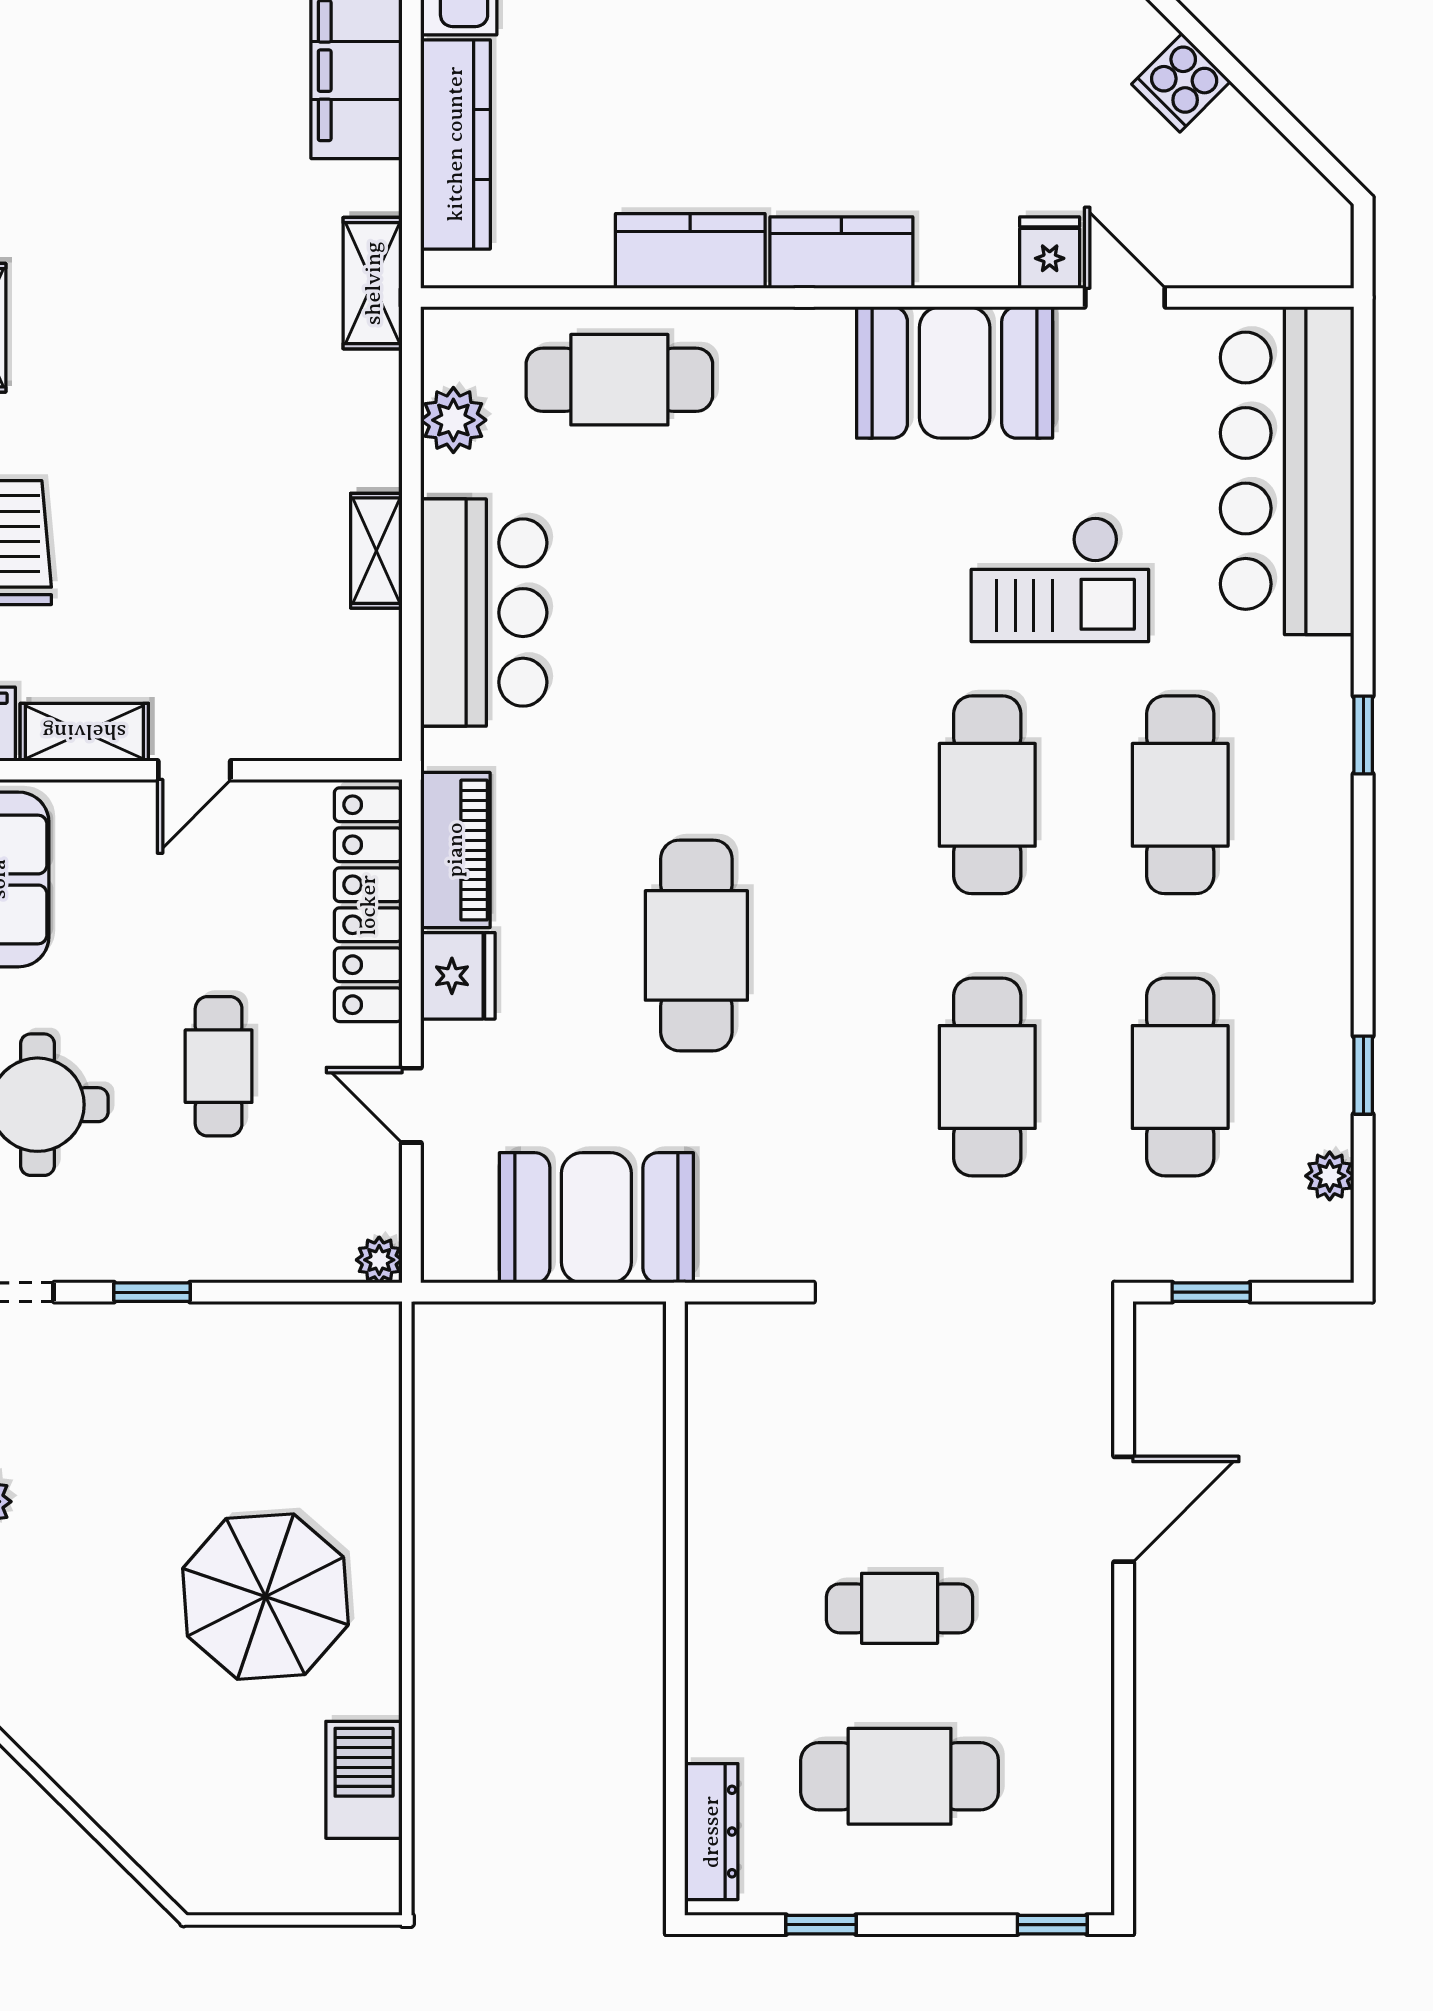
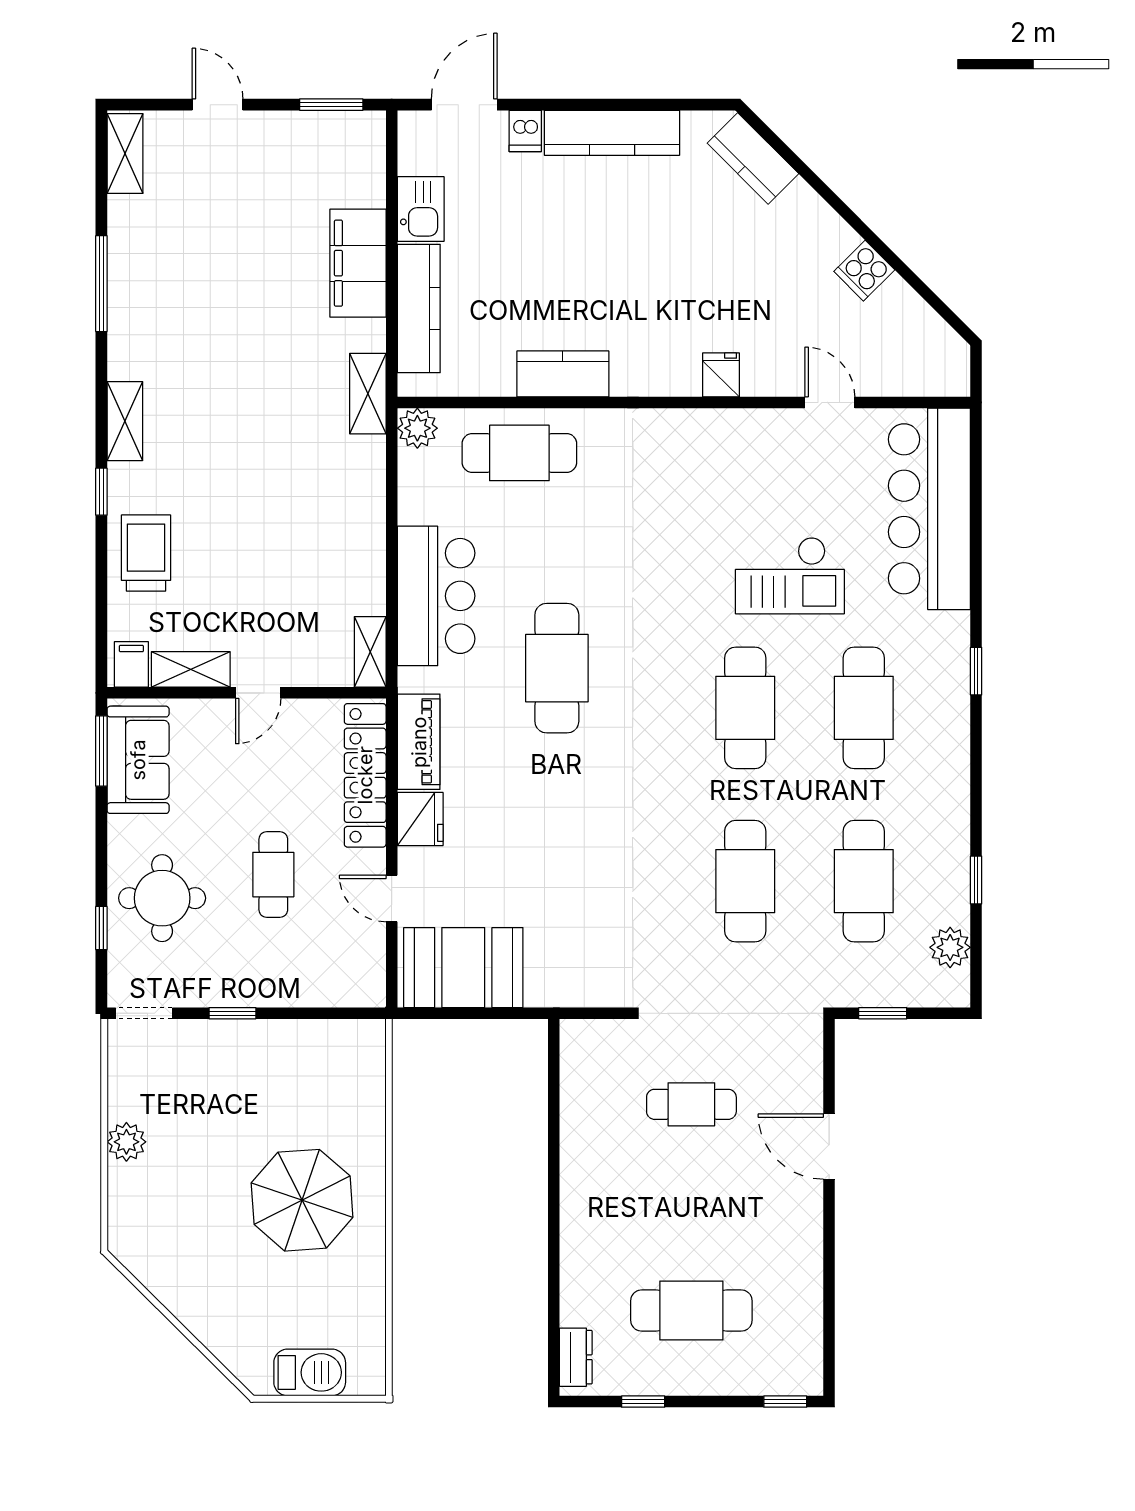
kitchen counter: (841, 253) -> (656, 375), removed
fridge: (1050, 253) -> (721, 375), moved
booth: (955, 372) -> (725, 449), removed
plant: (453, 420) -> (417, 428), moved
shelving: (376, 551) -> (370, 652), moved
cafe table: (696, 945) -> (557, 668), moved
plant: (1330, 1176) -> (950, 947), width x1.38, depth x1.38
booth: (596, 1218) -> (463, 968), moved
plant: (379, 1260) -> (372, 993), removed
door: (1124, 1509) -> (829, 1147), swing flipped
cafe table: (900, 1608) -> (691, 1104), moved
barbecue: (364, 1780) -> (310, 1372), moved, turned 90
dresser: (711, 1832) -> (576, 1357), width x0.70

